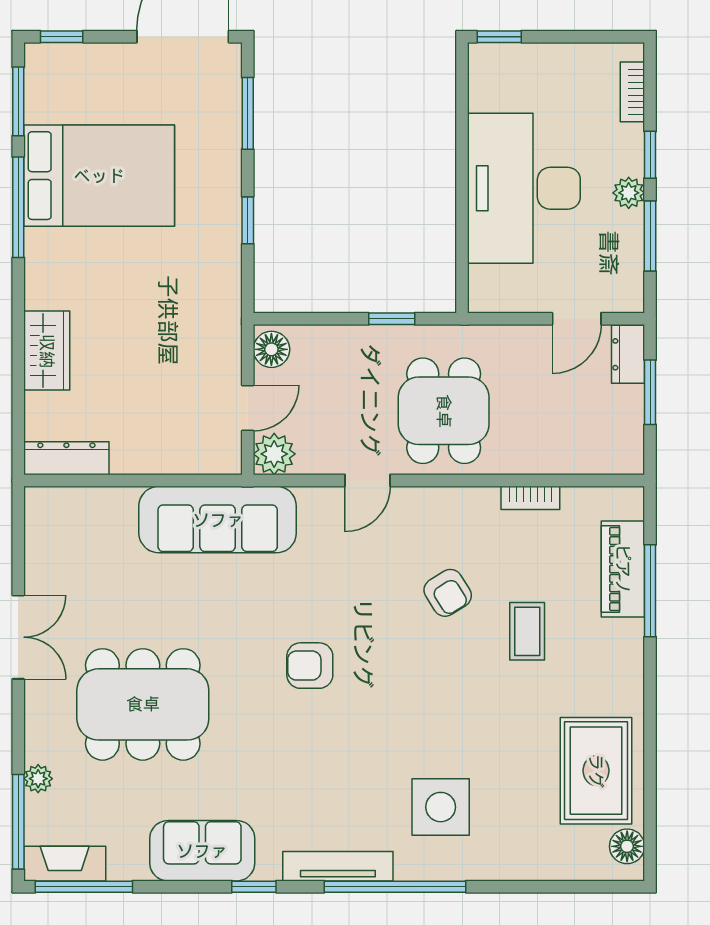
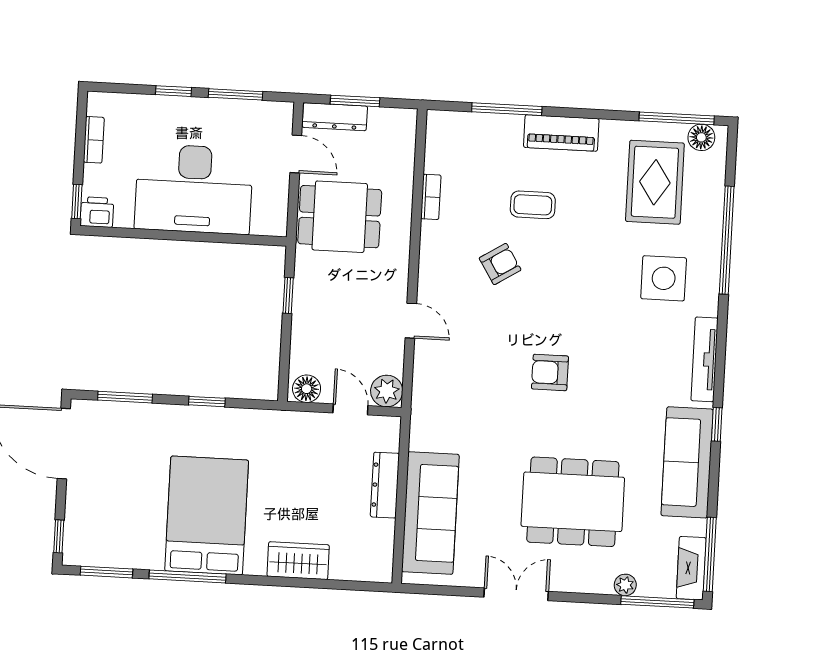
printer: (487, 64) -> (97, 212), added
bookcase: (632, 92) -> (94, 140), moved, turned -90
bed: (99, 176) -> (207, 516), moved
plant: (629, 193) -> (202, 109), removed
dresser: (628, 354) -> (335, 117), width x1.44
dining table: (444, 411) -> (340, 217), moved
dresser: (66, 458) -> (385, 485), moved
sofa: (218, 520) -> (430, 513), moved
piano: (623, 569) -> (561, 133), moved
armchair: (310, 666) -> (550, 372), turned 90
dining table: (143, 704) -> (573, 502), turned 90
rug: (596, 771) -> (655, 182), moved, turned 90
window: (650, 813) -> (677, 118), added
sofa: (202, 851) -> (687, 462), width x1.36
window: (395, 887) -> (727, 240), moved

